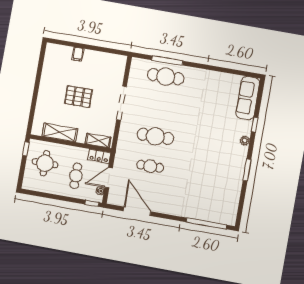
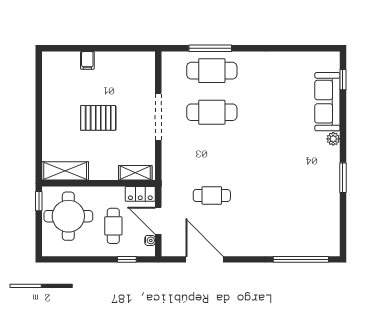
sofa: (248, 98) -> (327, 102), moved
window: (255, 125) -> (343, 80), moved
shelving: (60, 132) -> (65, 171), moved
cafe table: (155, 136) -> (212, 112), moved
round table: (45, 163) -> (68, 216), width x1.36, depth x1.36
door: (109, 178) -> (158, 221), hinge flipped
window: (92, 203) -> (127, 259), moved

